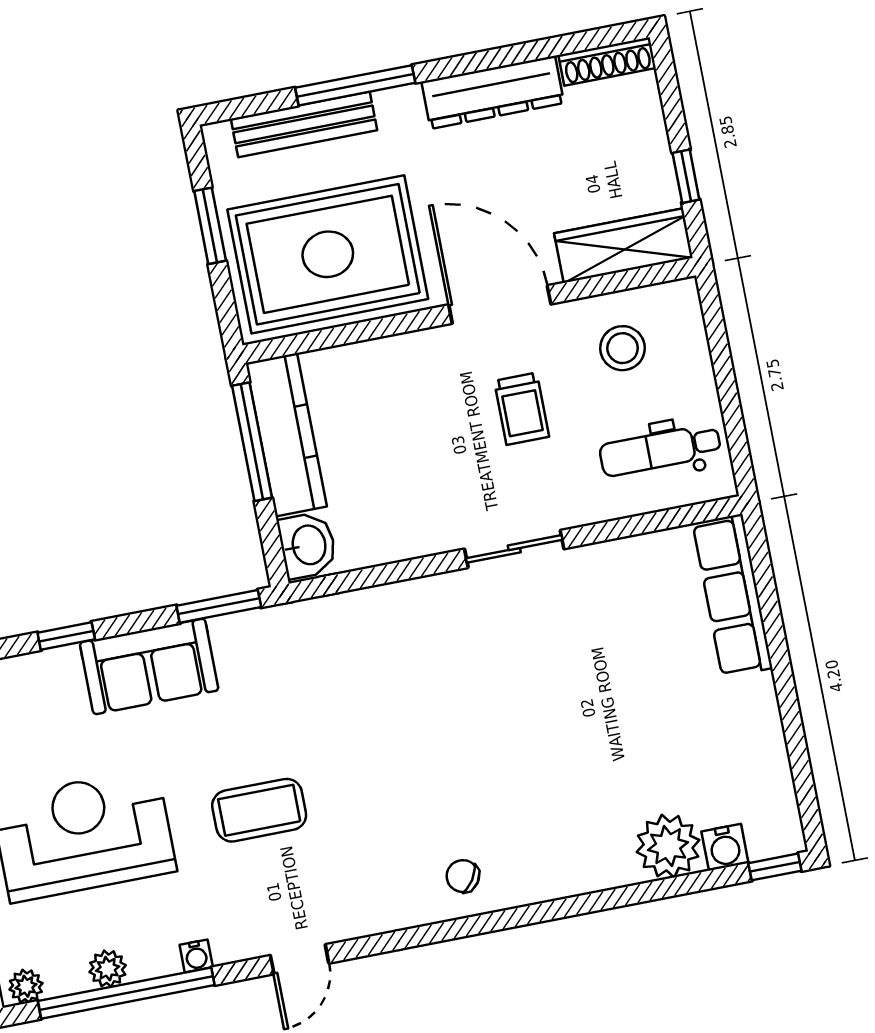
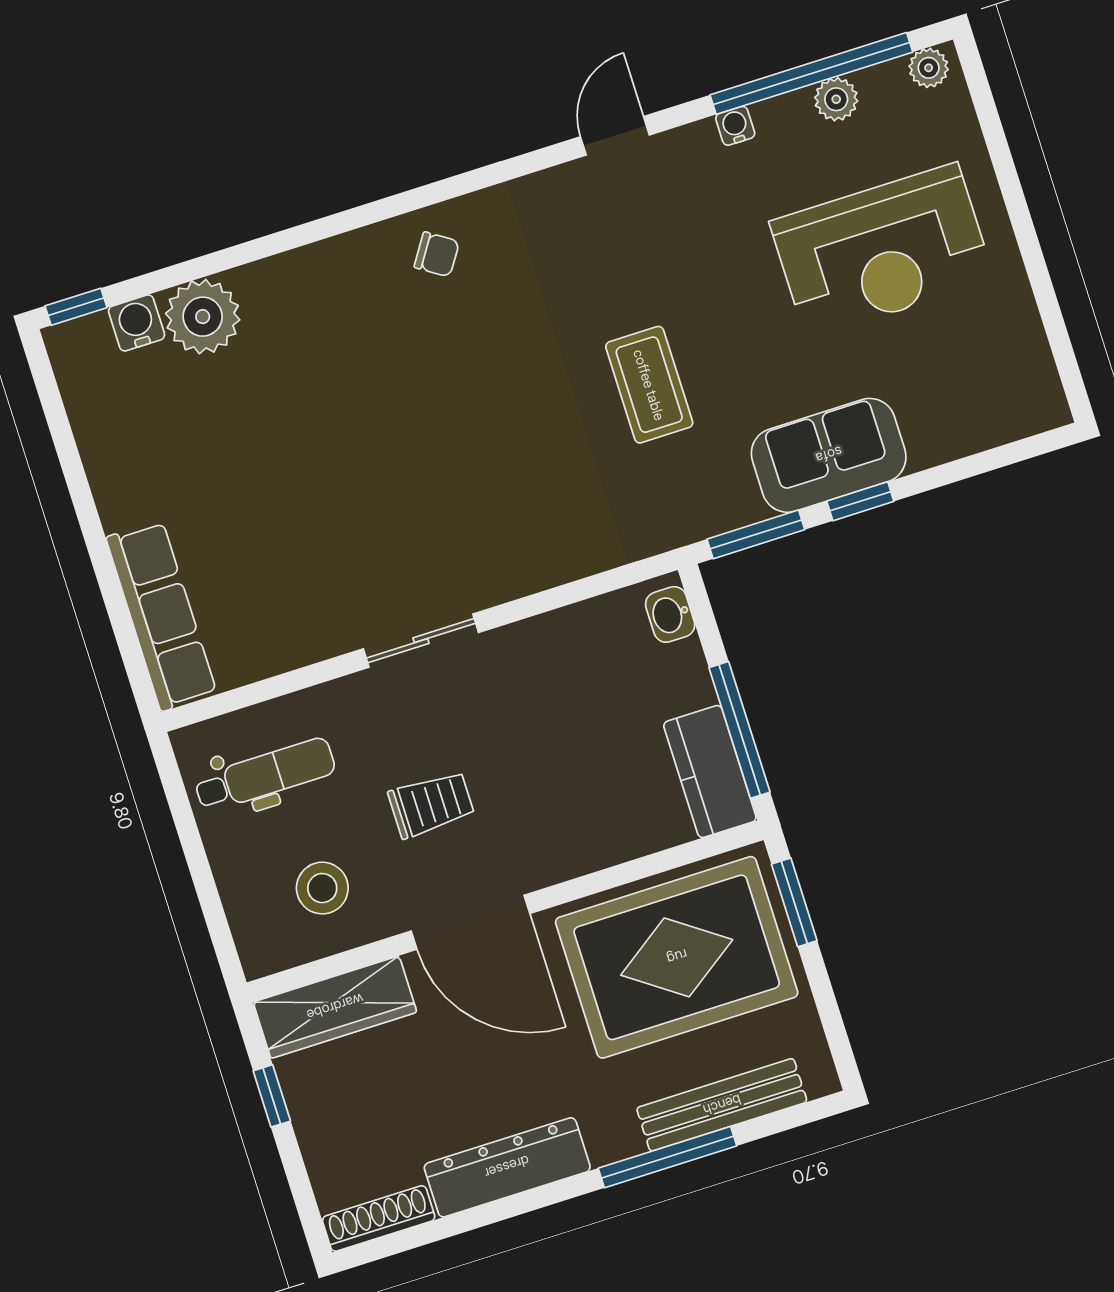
window: (210, 226) -> (794, 902), moved
trolley: (522, 409) -> (431, 804), turned 90
kitchen counter: (286, 435) -> (710, 772), width x0.67
washbasin: (308, 545) -> (670, 614), width x0.72, depth x0.69
window: (66, 636) -> (860, 501), moved
coffee table: (259, 810) -> (649, 385), moved, turned 90

